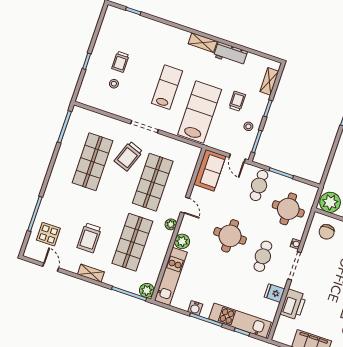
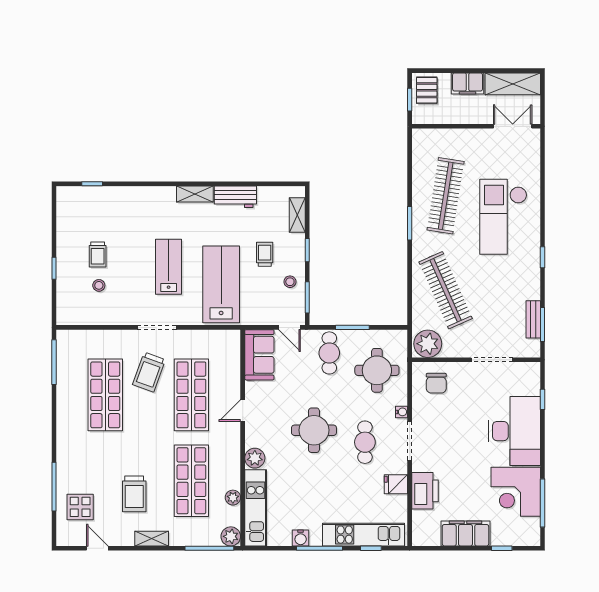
door: (185, 205) -> (243, 411), swing flipped
plant: (171, 224) -> (233, 498), moved

